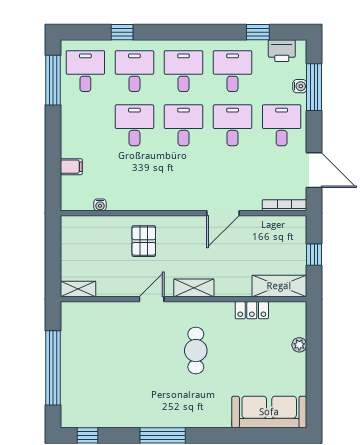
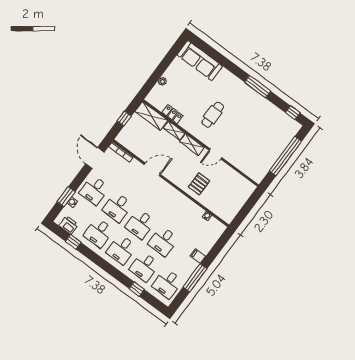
window: (53, 80) -> (195, 278), moved
window: (314, 87) -> (66, 197), width x0.69
filing cabinet: (71, 167) -> (198, 256), moved
shelving: (78, 289) -> (174, 131), moved

